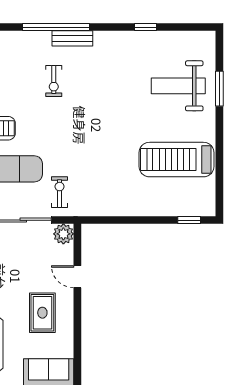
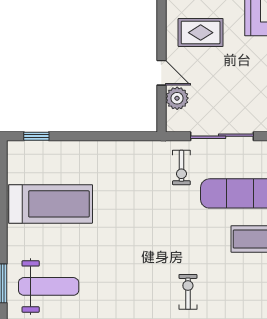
plant: (63, 234) -> (177, 98), moved
rug: (42, 313) -> (201, 33), turned 90

